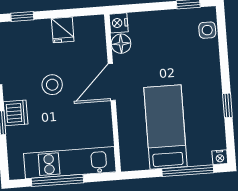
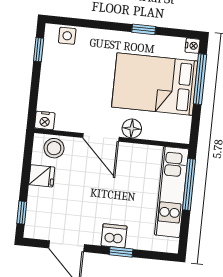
floor lamp: (121, 44) -> (132, 128), moved
stool: (52, 85) -> (54, 148), moved
bed: (165, 127) -> (155, 84), width x1.50
window: (57, 180) -> (189, 184), moved

